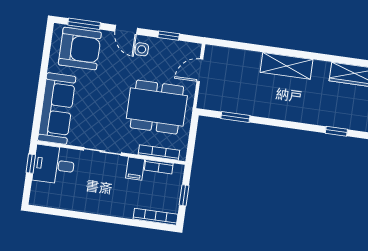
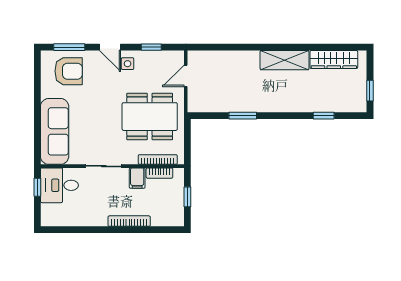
armchair: (80, 49) -> (69, 71), width x0.73, depth x0.73
shelving: (287, 66) -> (285, 60), moved
window: (235, 117) -> (243, 116), moved
bookcase: (156, 217) -> (129, 221), moved

